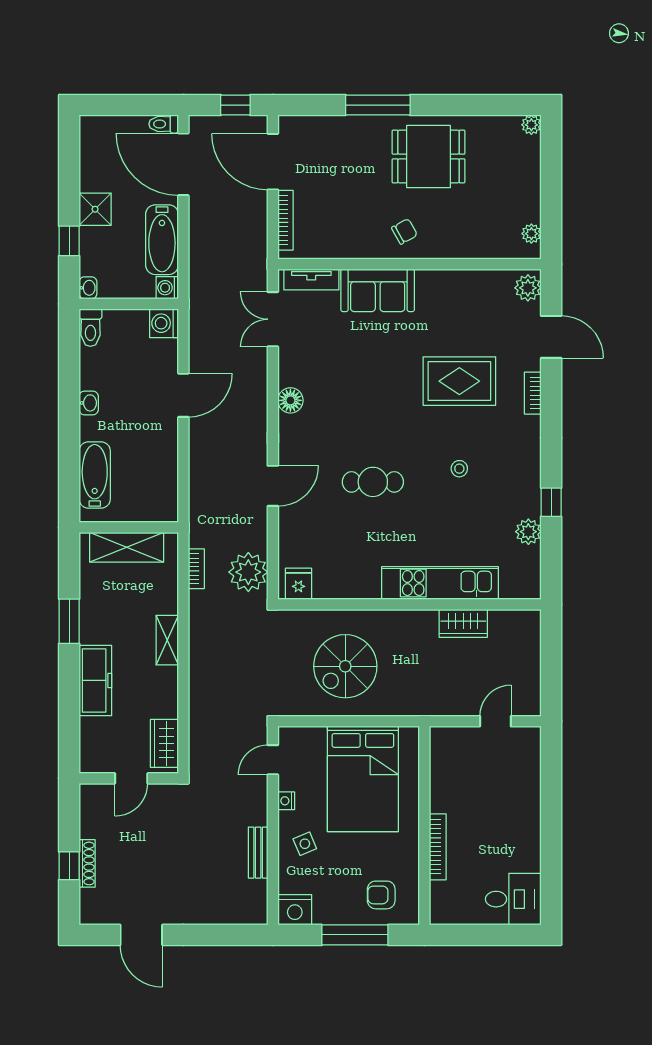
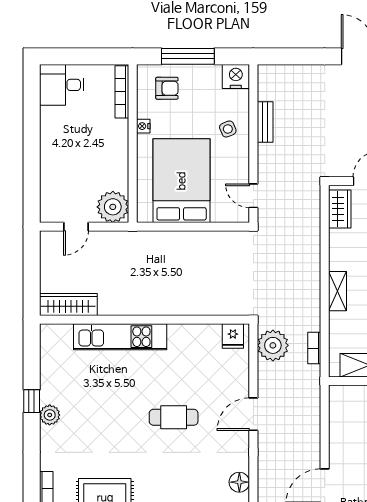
stool: (459, 469) -> (105, 428), removed
plant: (528, 532) -> (50, 415), moved
wardrobe: (463, 623) -> (68, 305), moved, width x1.50
spiral stairs: (345, 666) -> (196, 270), removed
plant: (449, 746) -> (113, 207), added
door: (273, 760) -> (253, 196), swing flipped
nightstand: (286, 801) -> (143, 126), moved, turned 180
bookcase: (438, 847) -> (122, 92), moved

